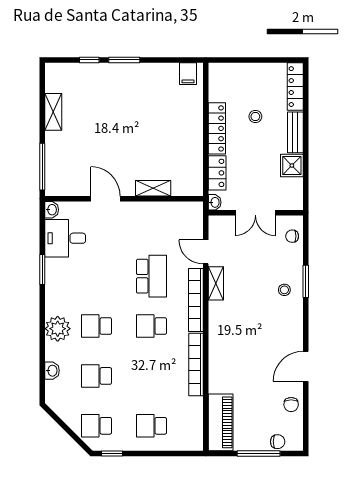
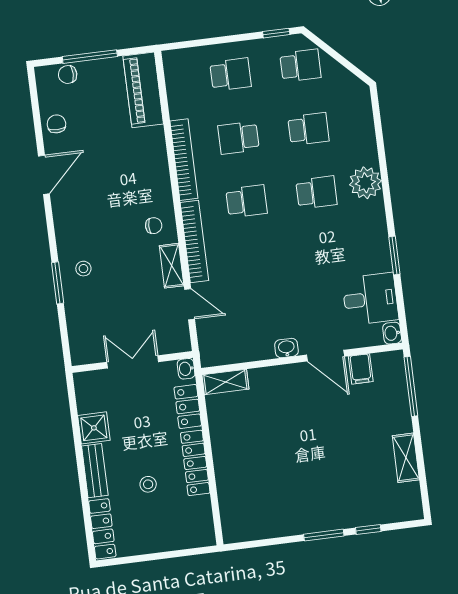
filing cabinet: (188, 74) -> (361, 369), moved, turned 180
shelving: (153, 188) -> (225, 382), moved
chair: (292, 236) -> (154, 226), moved
school desk: (151, 276) -> (239, 138), moved, width x0.54
washbasin: (52, 371) -> (286, 348), moved, turned 90

